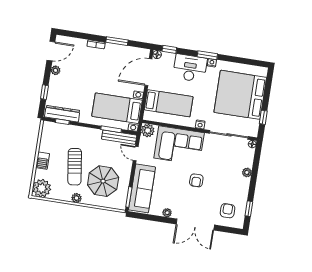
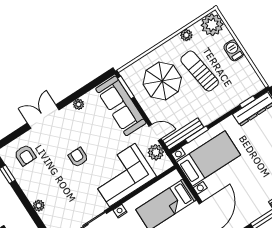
plant: (148, 131) -> (156, 152), moved
plant: (76, 198) -> (186, 35), moved
double door: (195, 225) -> (43, 116), width x0.73

